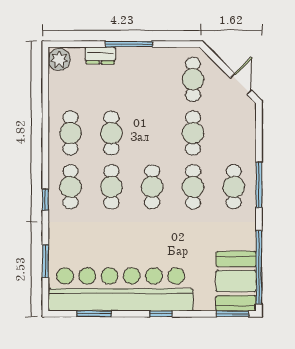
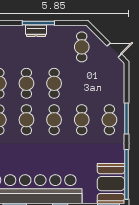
dresser: (100, 55) -> (36, 31), moved
door: (241, 84) -> (114, 50), hinge flipped
cafe table: (193, 133) -> (54, 83), moved

